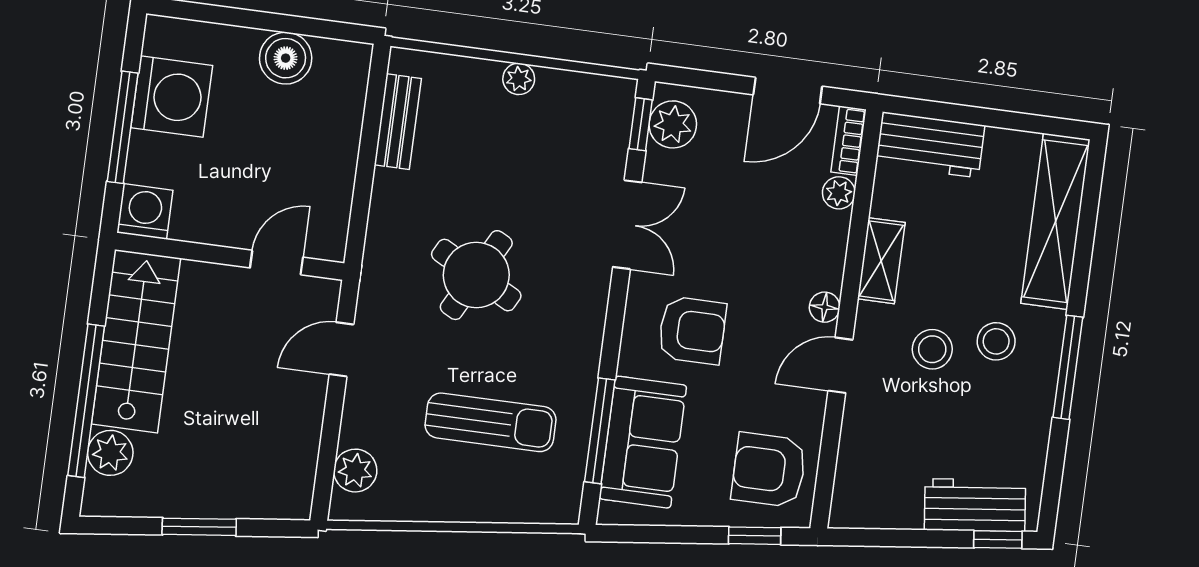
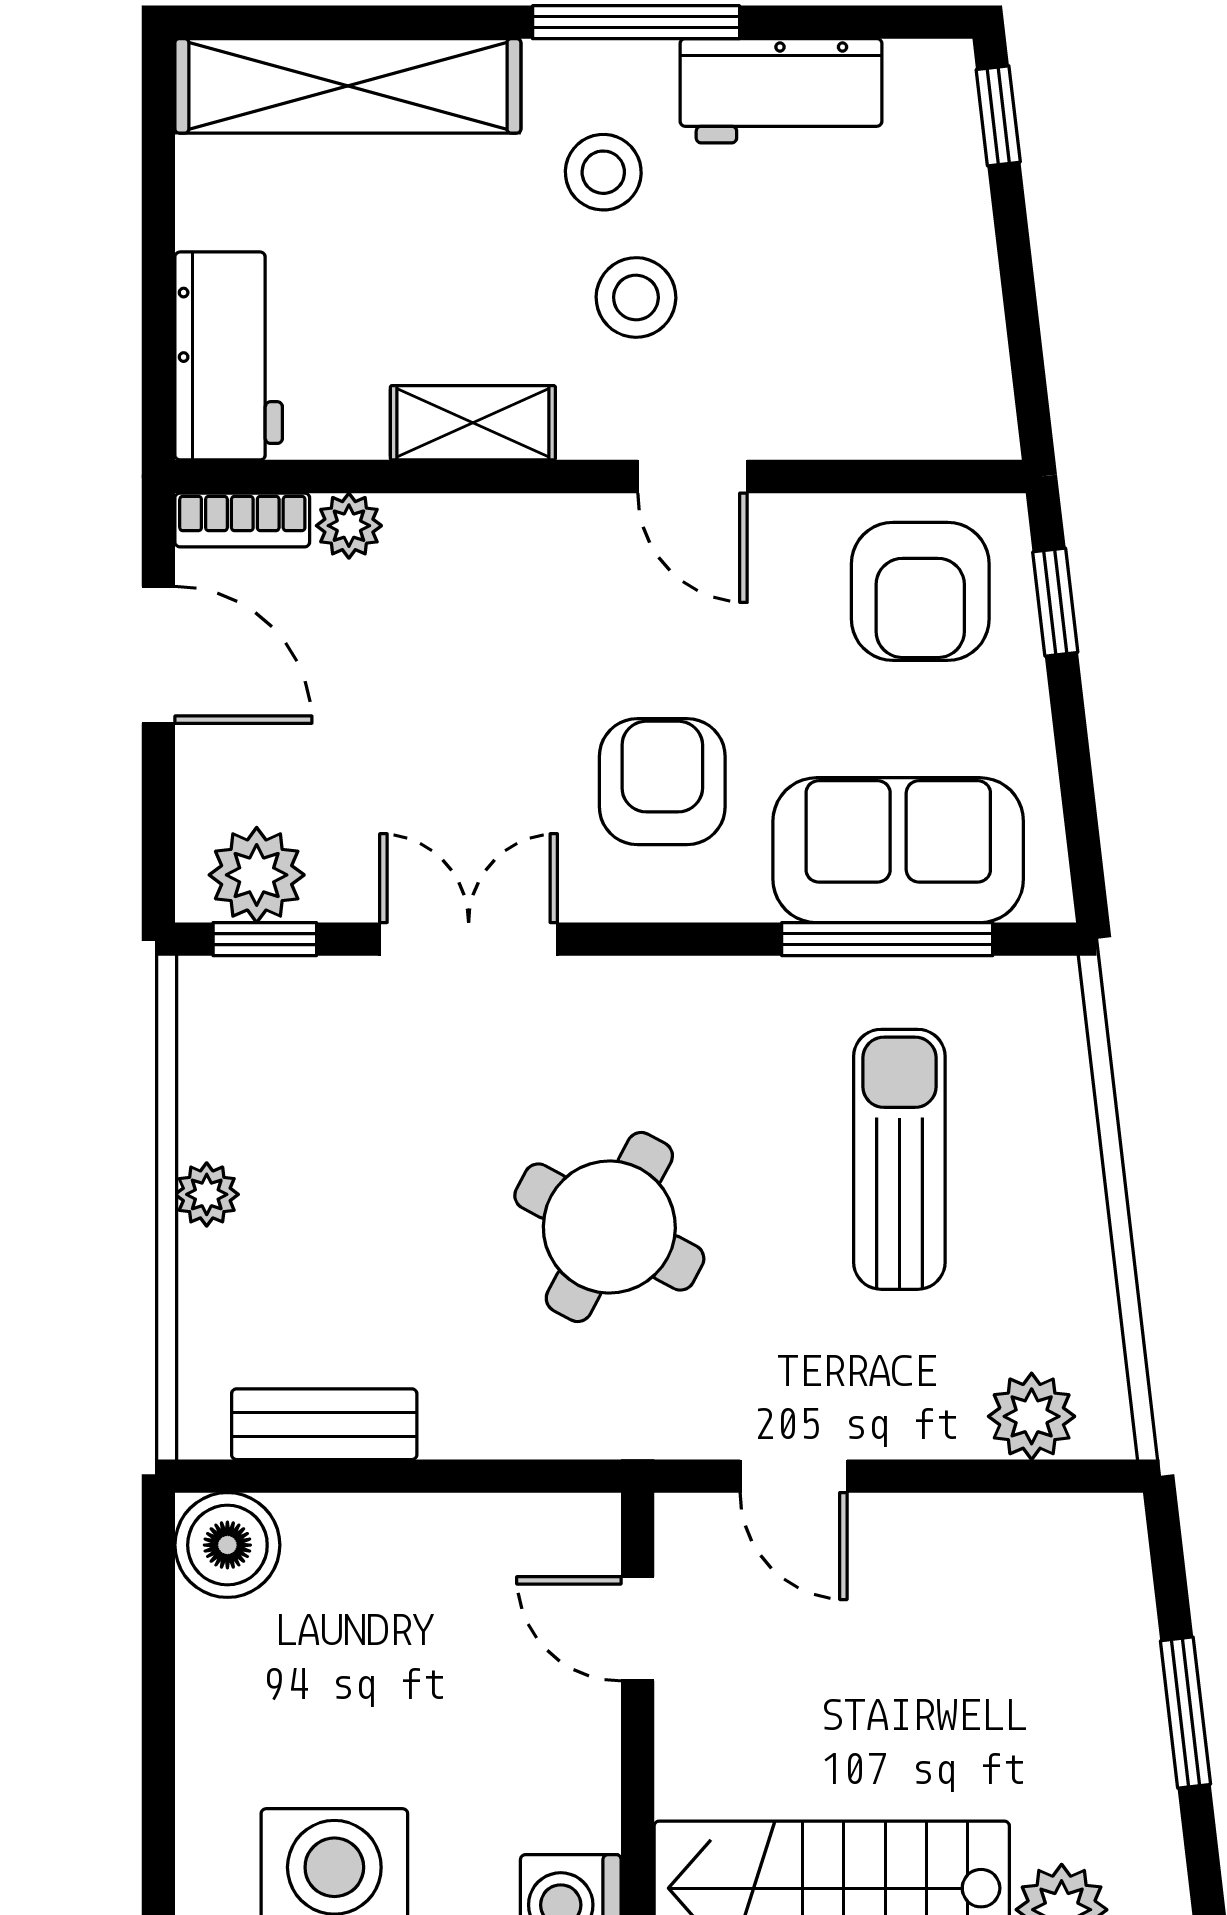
boiler: (286, 58) -> (227, 1545), moved
floor lamp: (825, 307) -> (581, 524), removed
workbench: (975, 505) -> (781, 91), moved, turned -83

